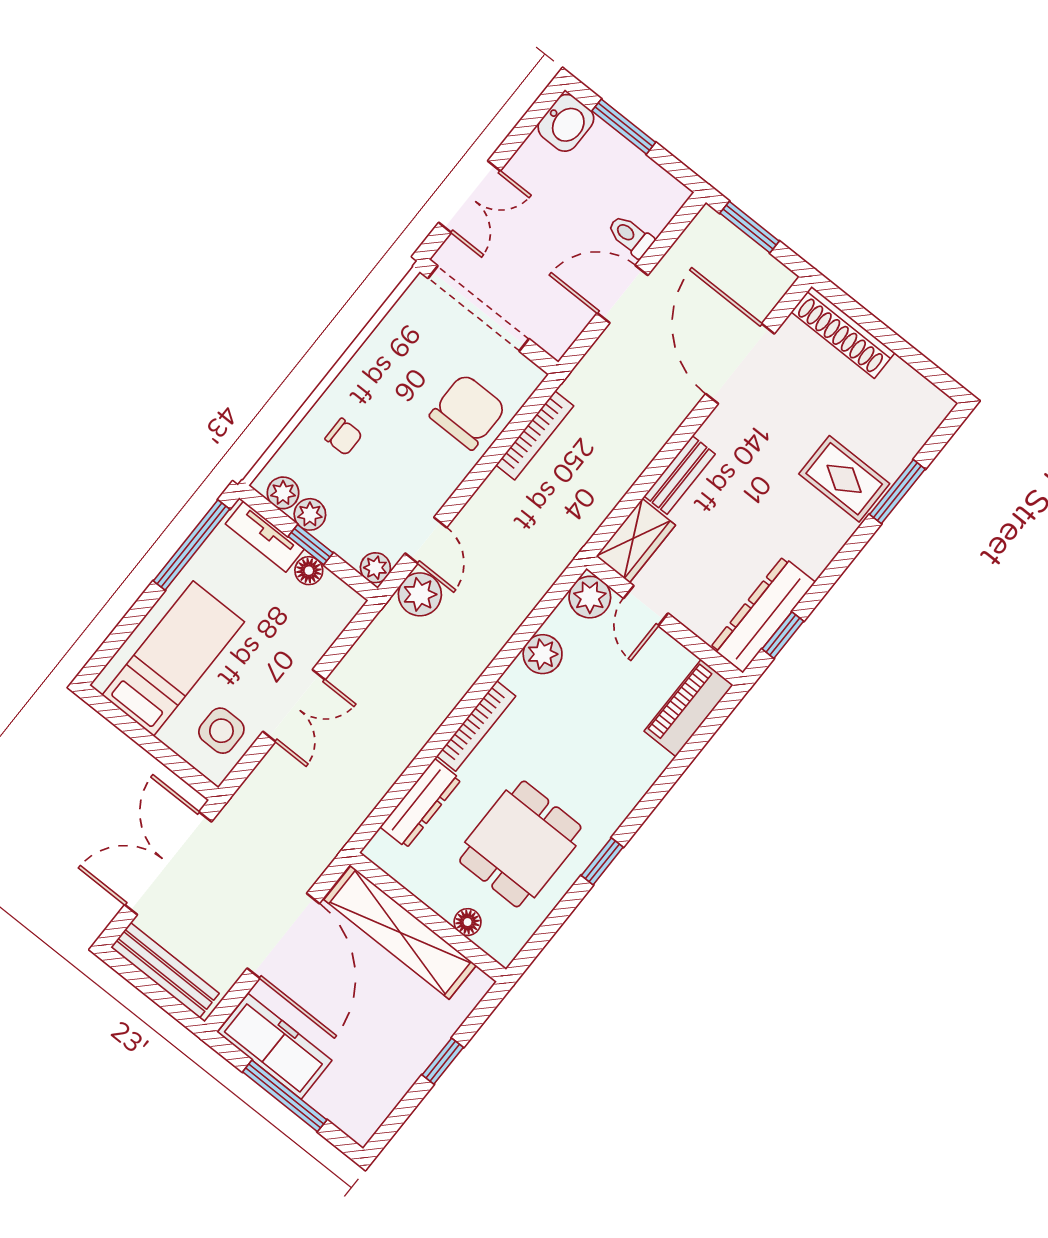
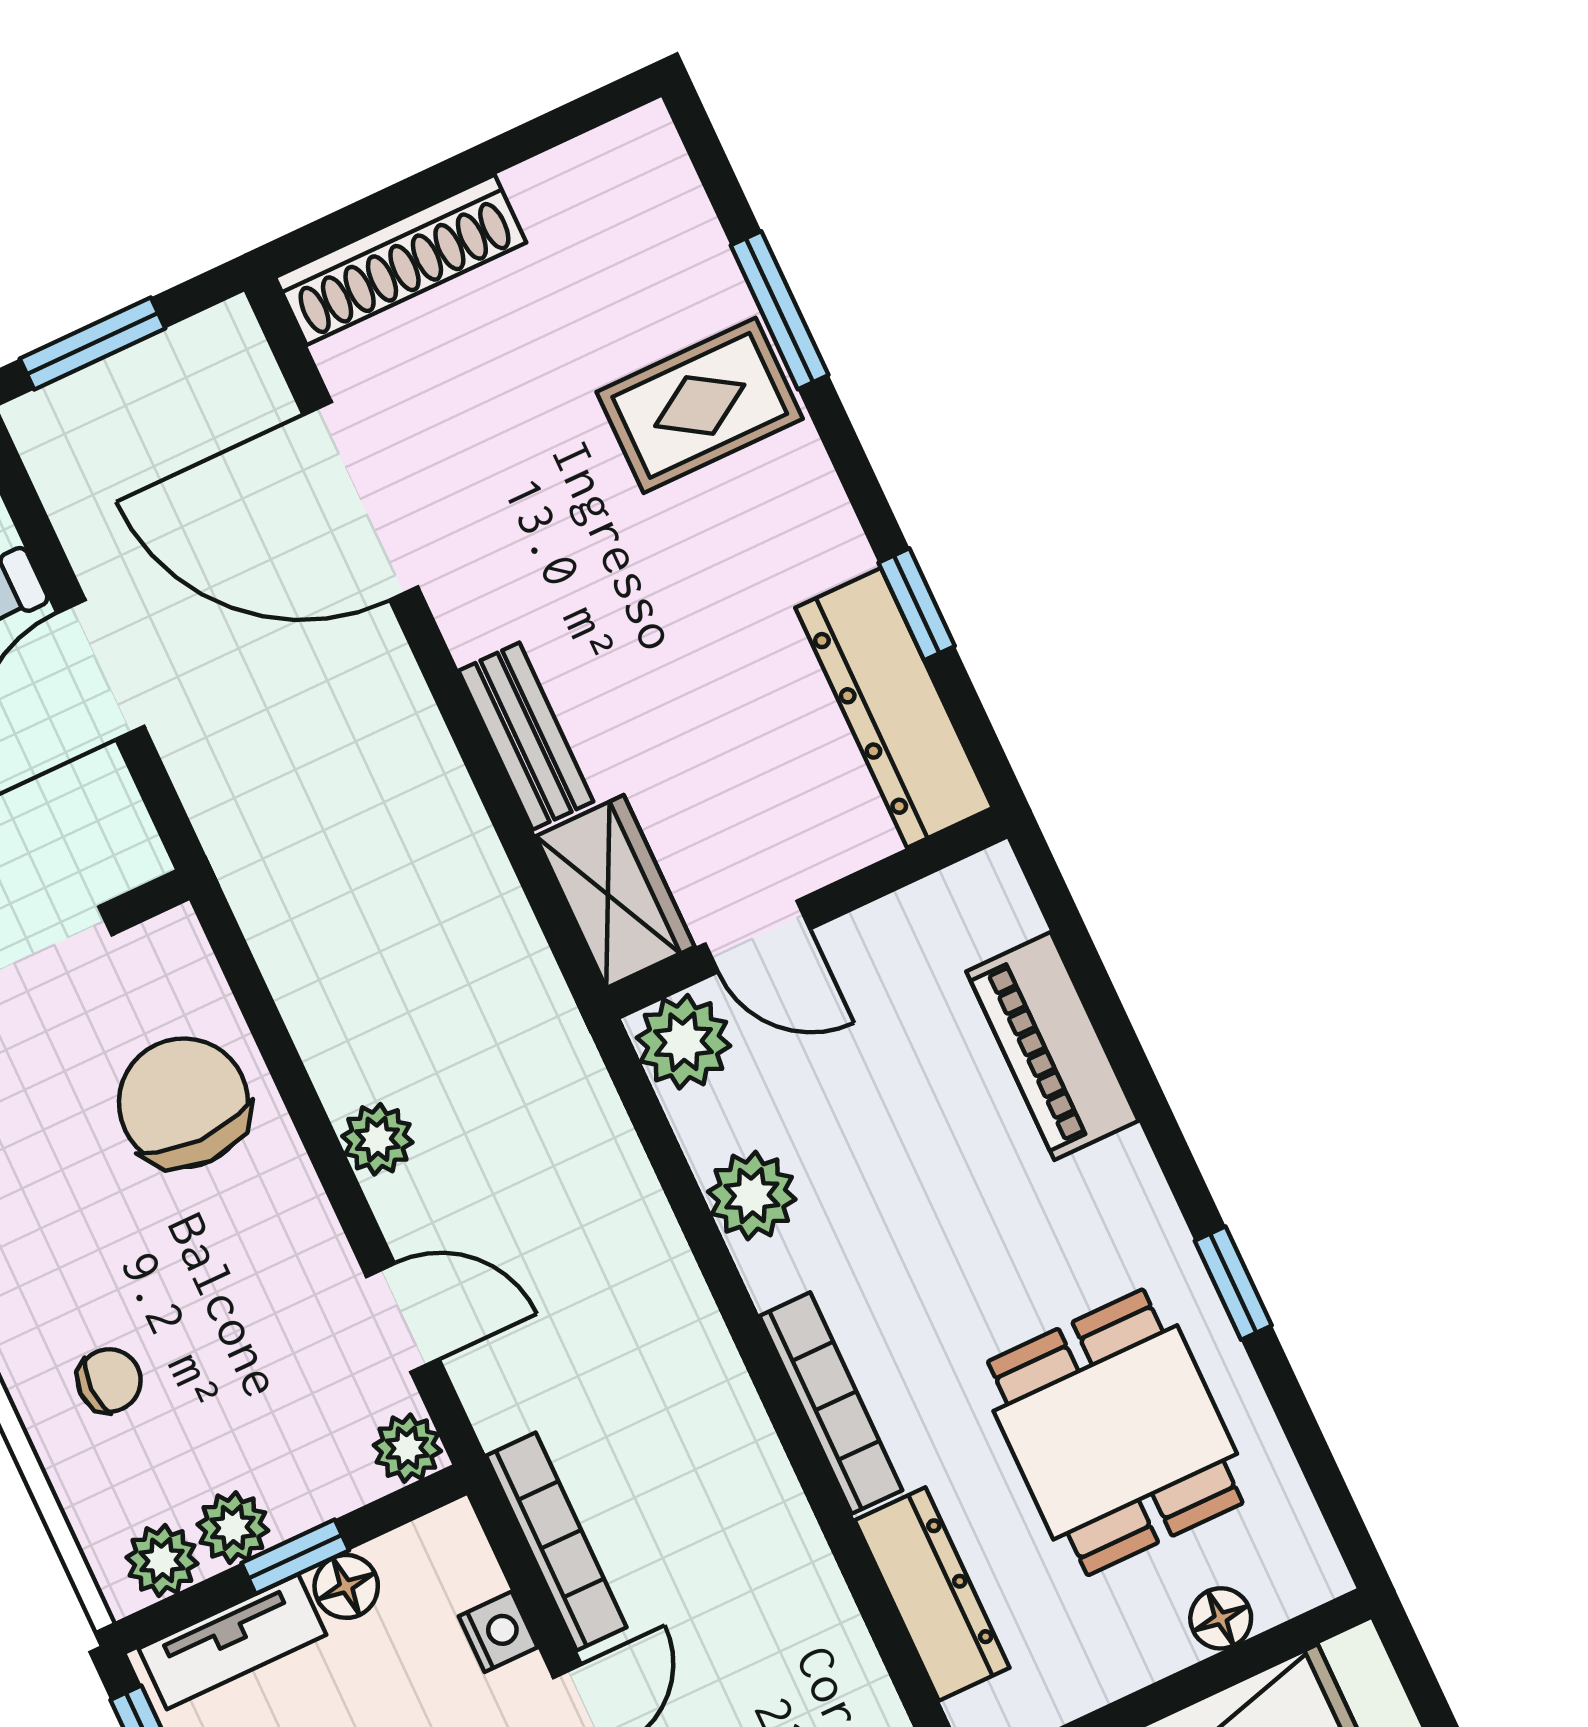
bookcase: (535, 435) -> (556, 1541), moved
plant: (420, 594) -> (377, 1139), moved, width x0.73, depth x0.73
window: (783, 635) -> (917, 604), moved
nightstand: (321, 639) -> (498, 1632), added
piano: (689, 708) -> (1052, 1046), moved

